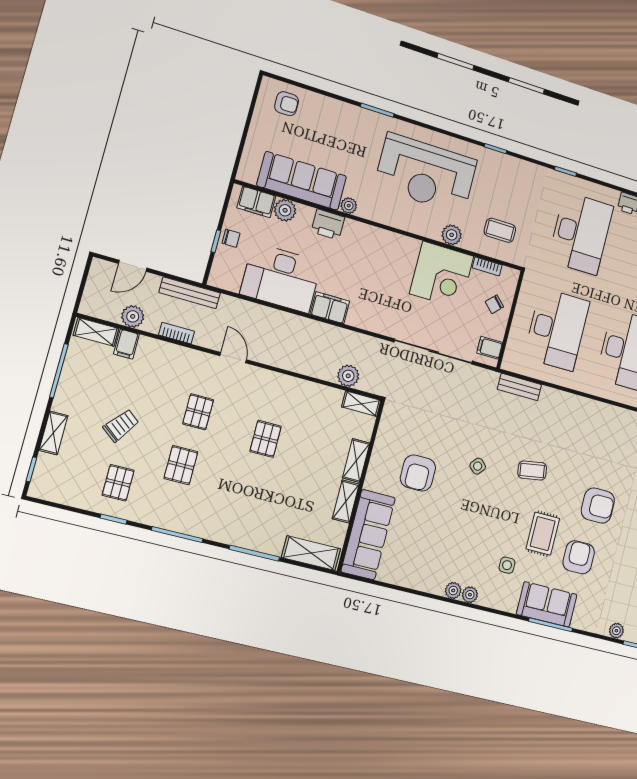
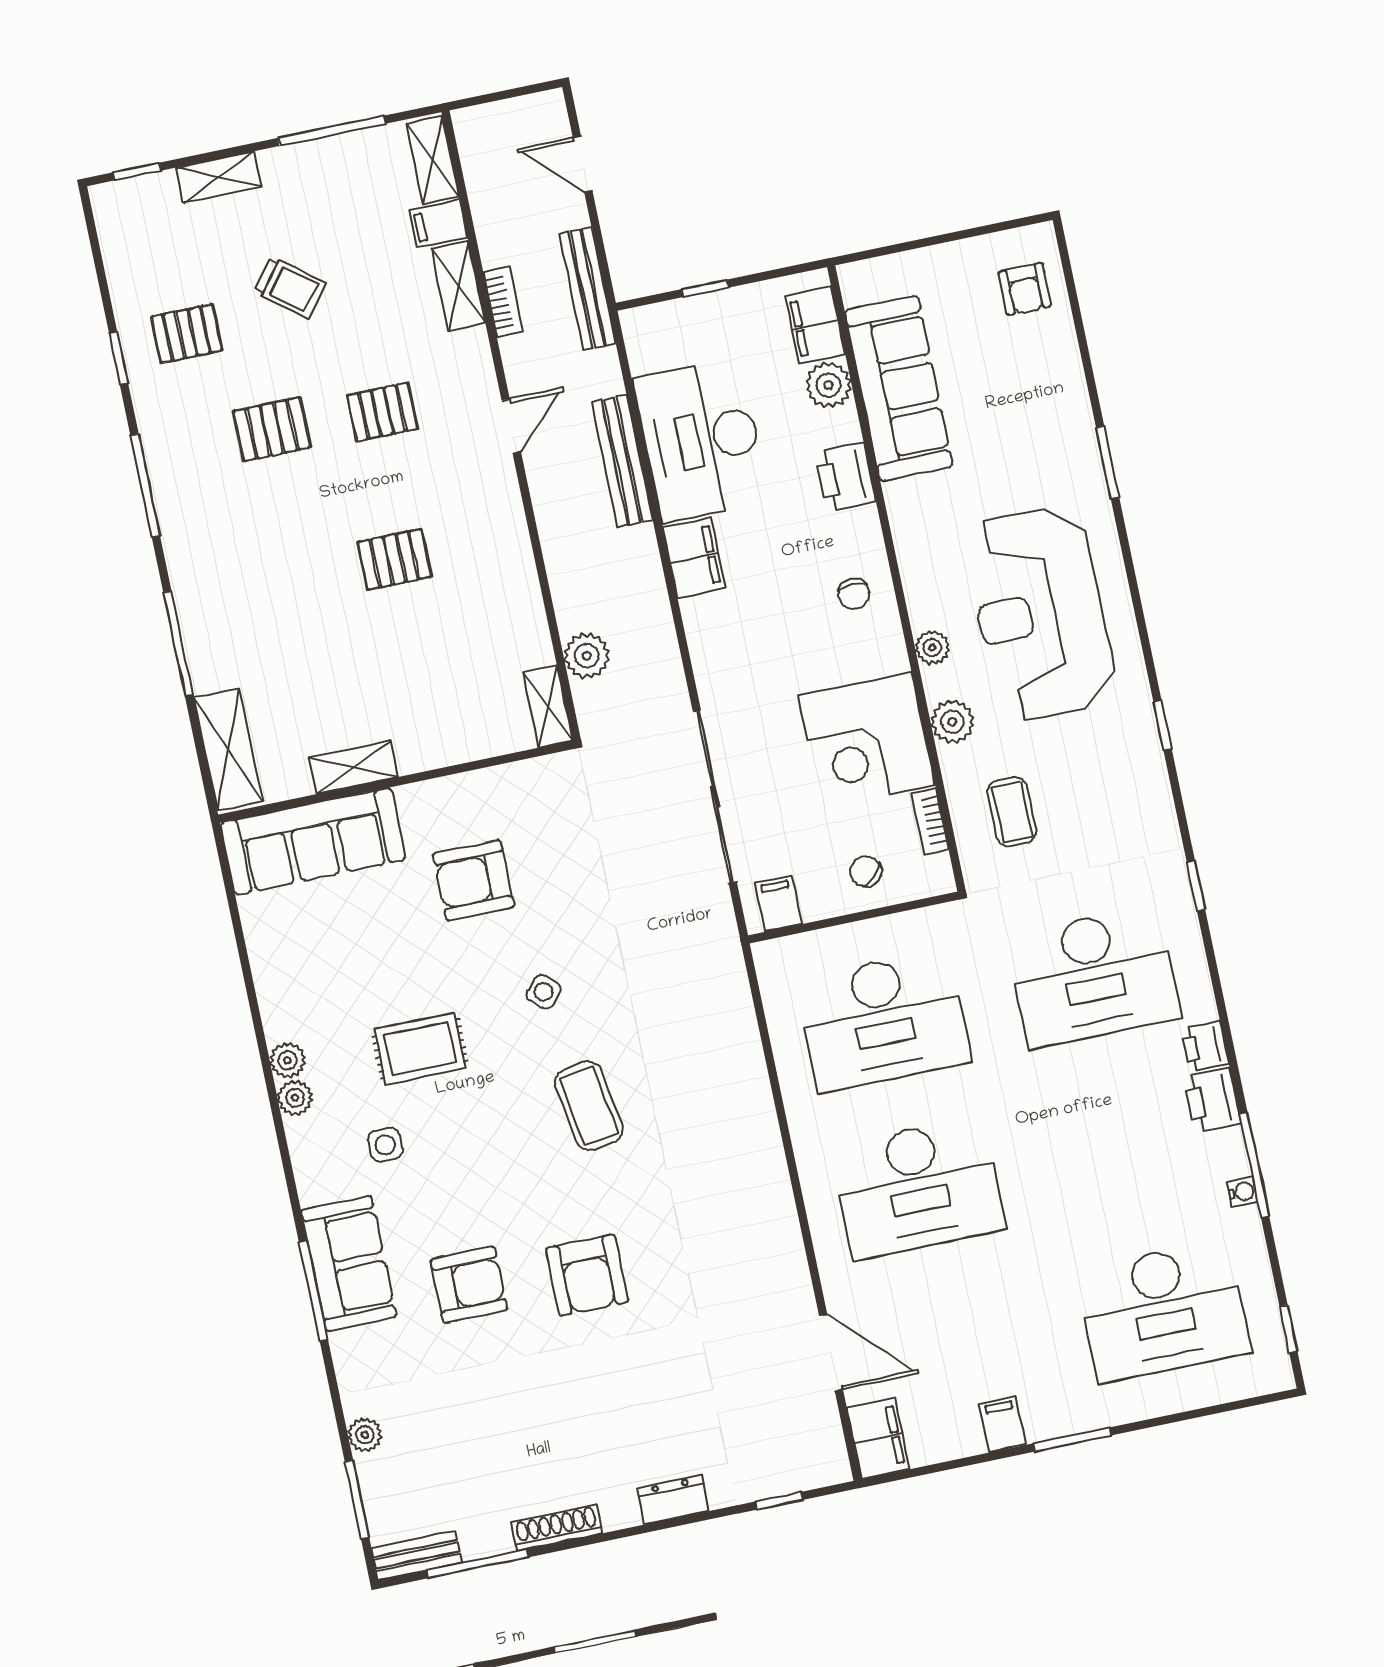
plant: (349, 206) -> (932, 648), moved
chair: (231, 238) -> (854, 594), moved
plant: (133, 316) -> (493, 210), removed
bench: (520, 387) -> (622, 461), moved, width x1.36
shelving: (356, 460) -> (458, 286), moved, turned 90
coffee table: (532, 470) -> (589, 1106), width x1.36, depth x1.30
rug: (543, 534) -> (420, 1049), moved

